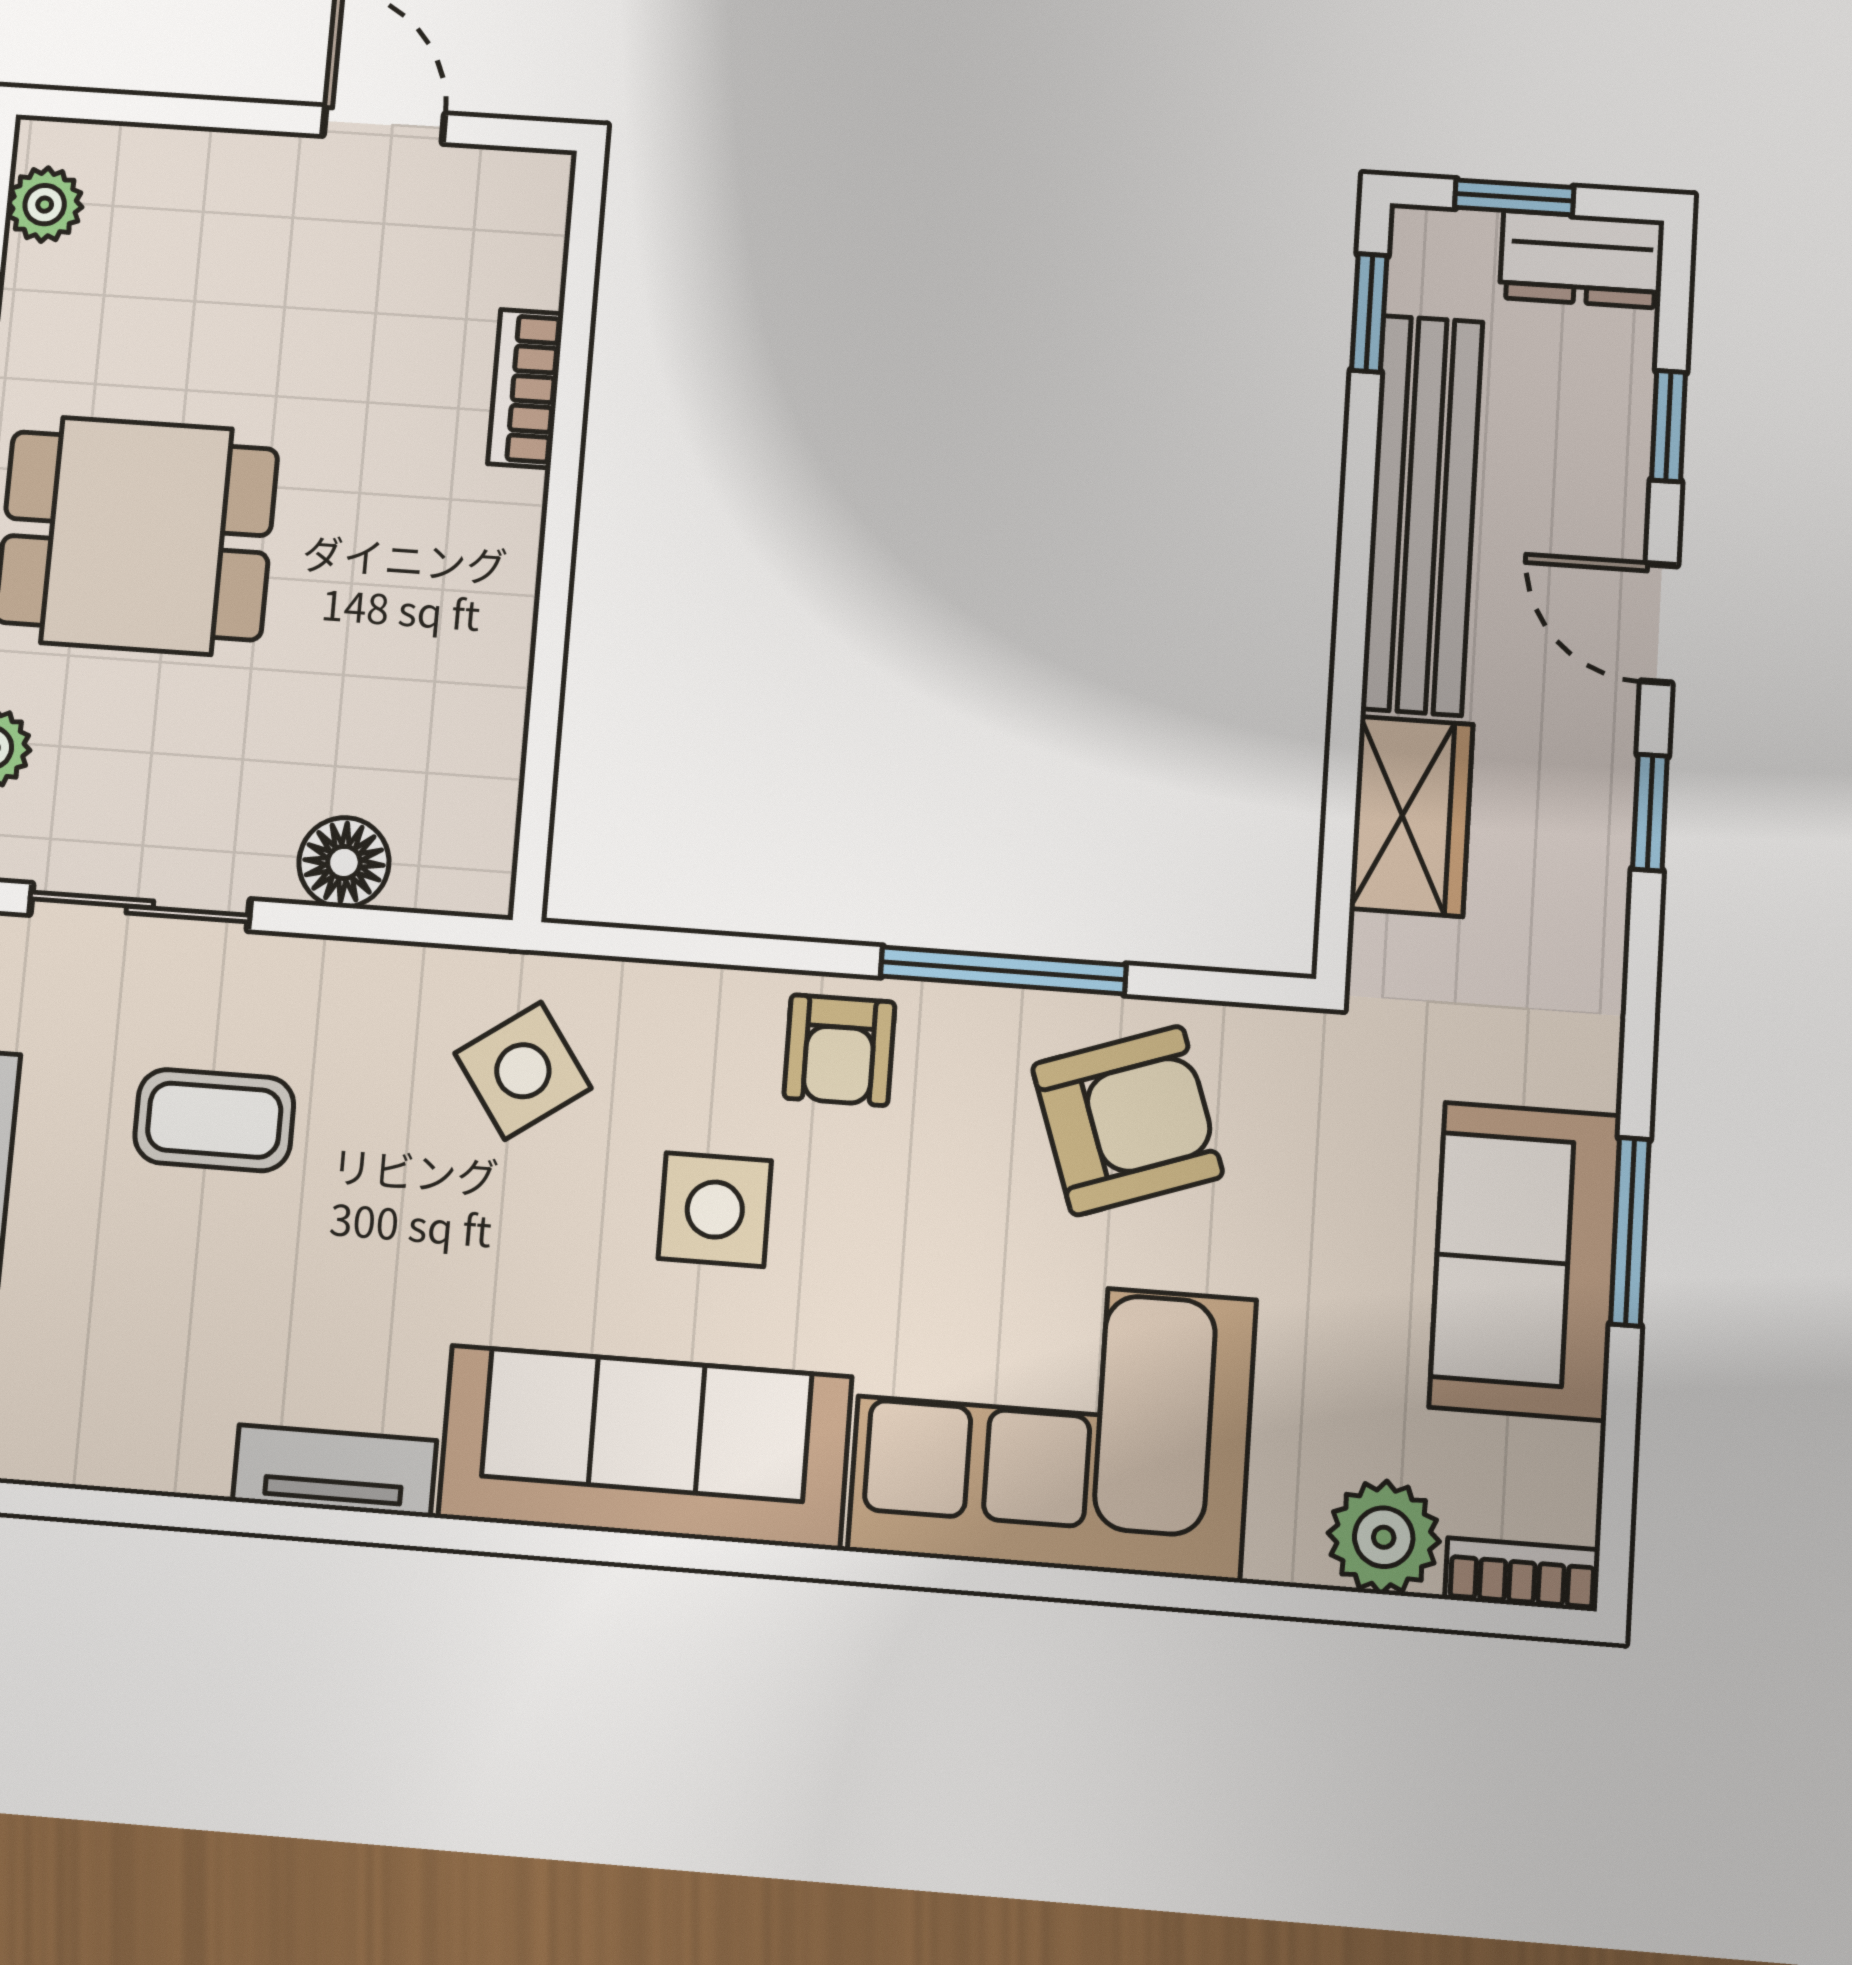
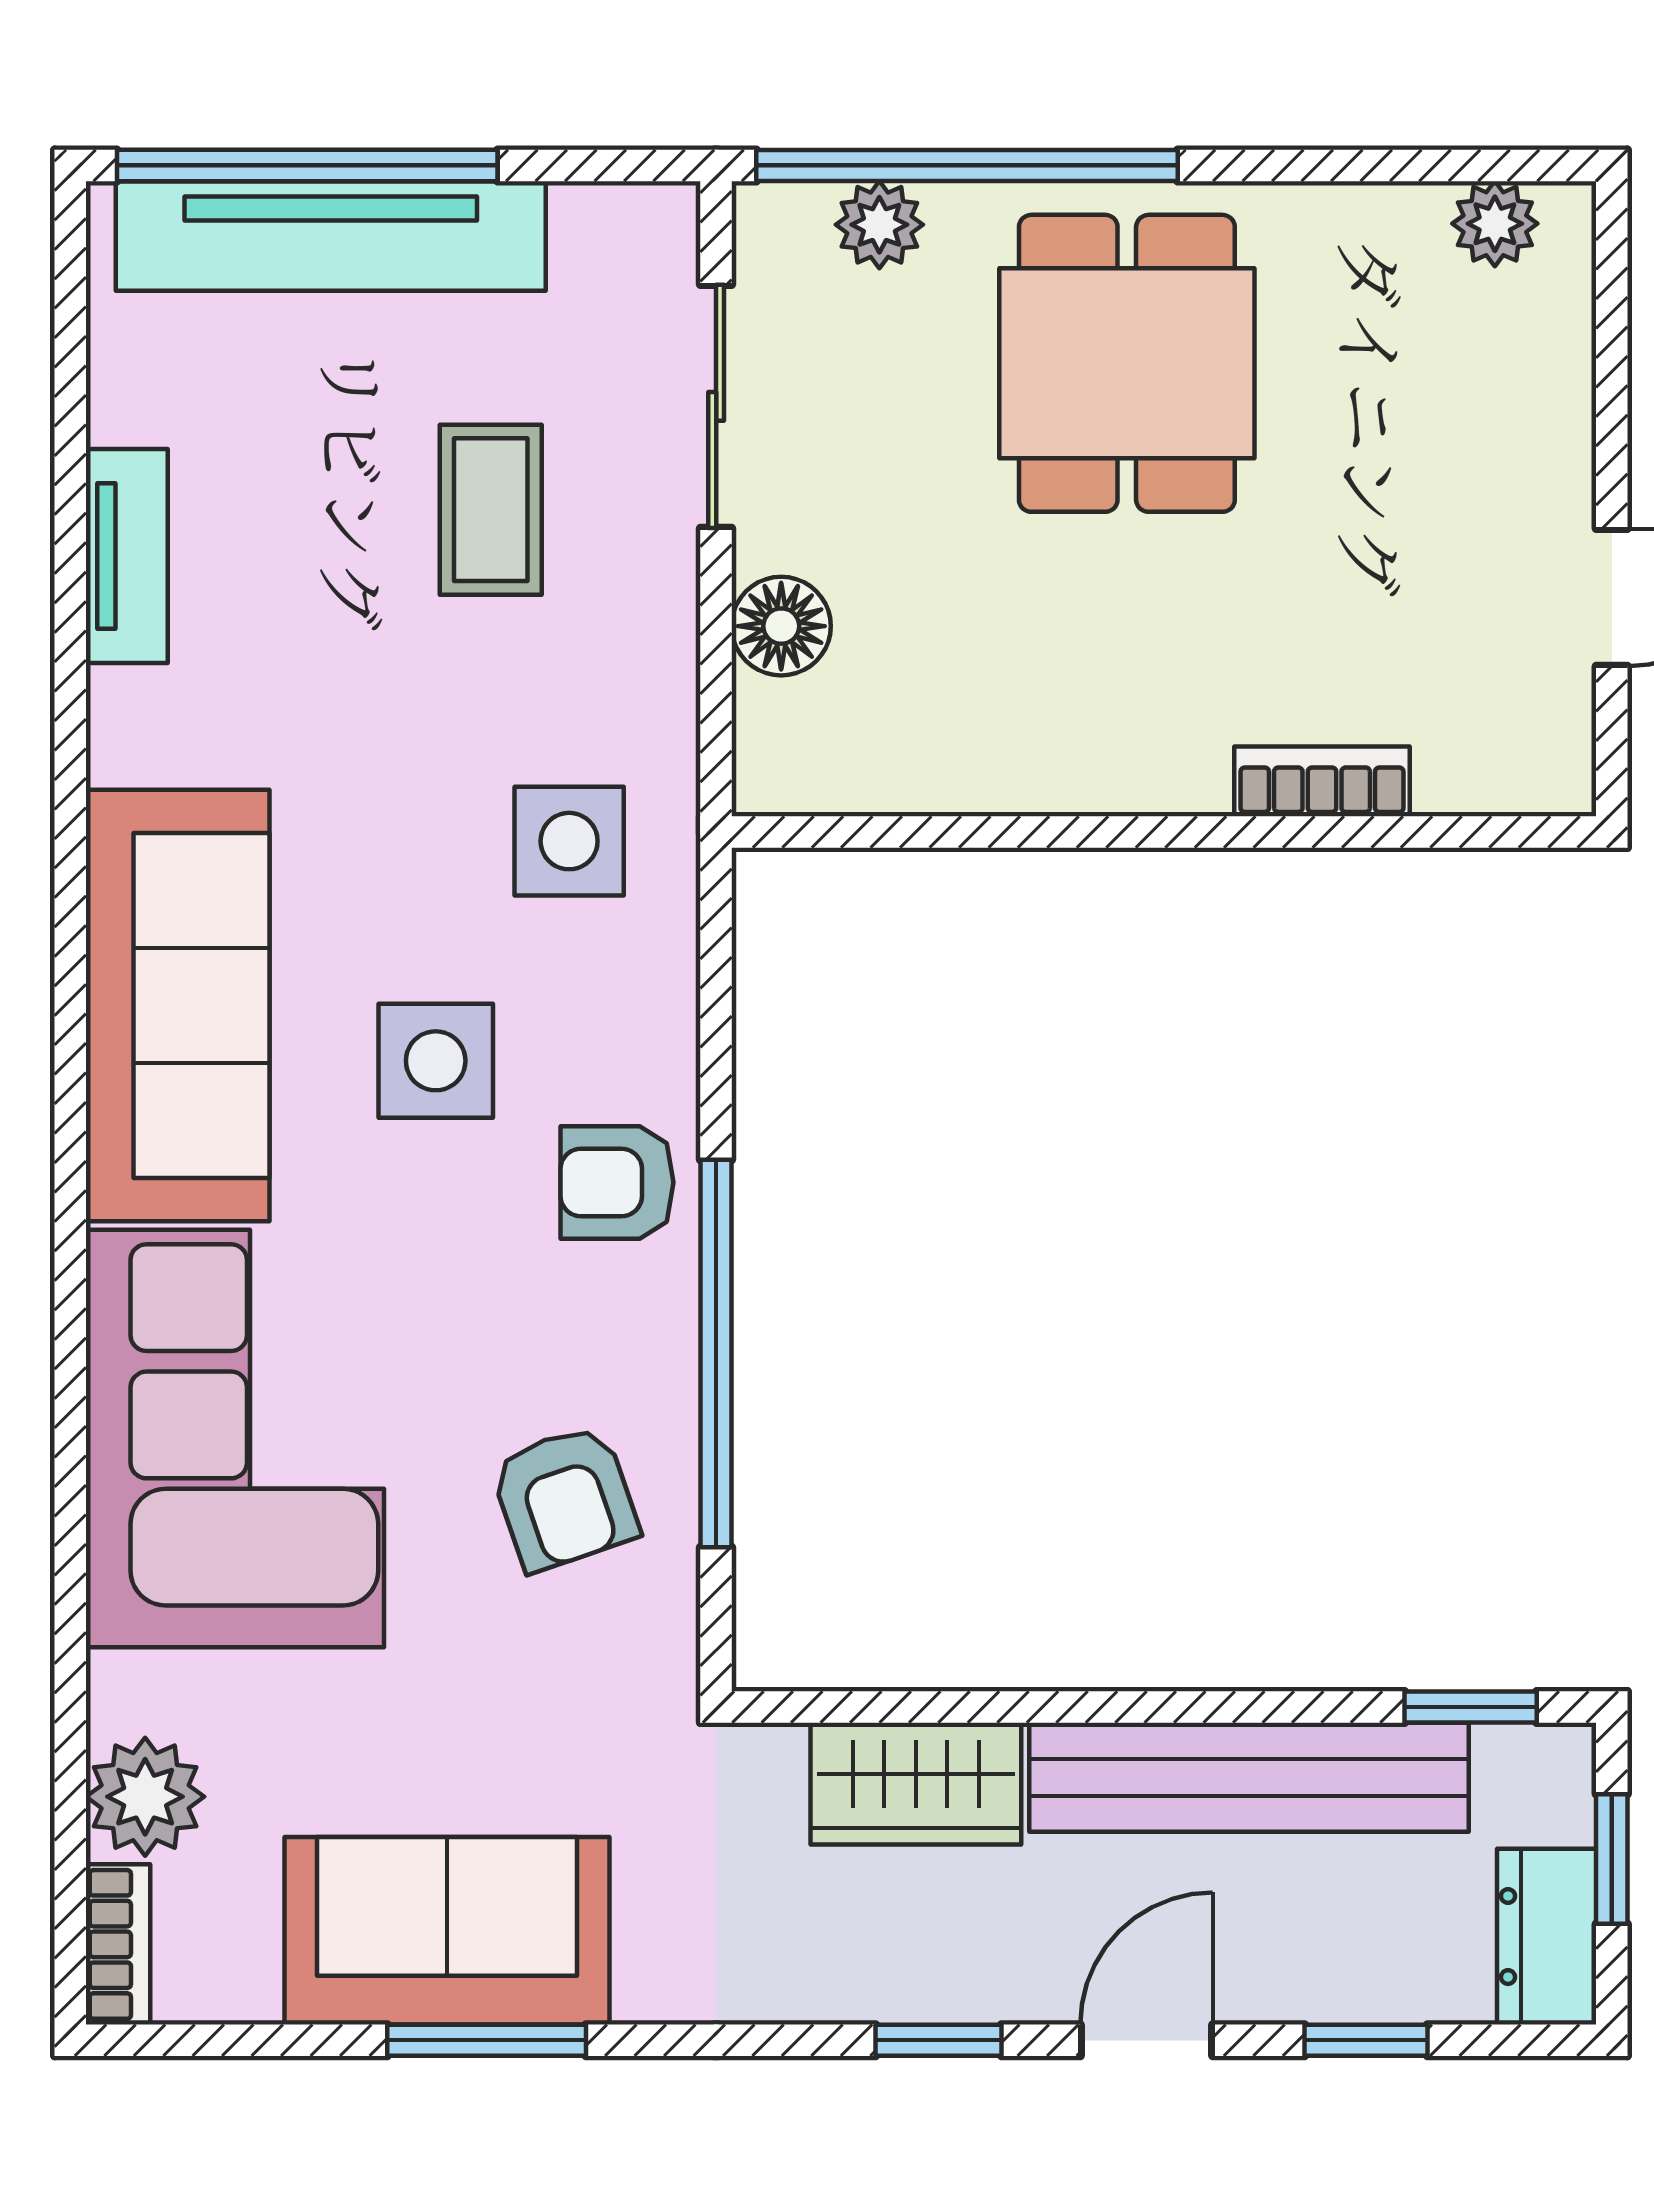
window: (1003, 971) -> (716, 1354), width x1.46
side table: (523, 1071) -> (569, 841), turned 35
armchair: (1127, 1121) -> (564, 1498), width x0.72, depth x0.72
tv unit: (334, 1471) -> (127, 556), moved

